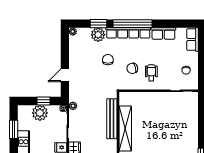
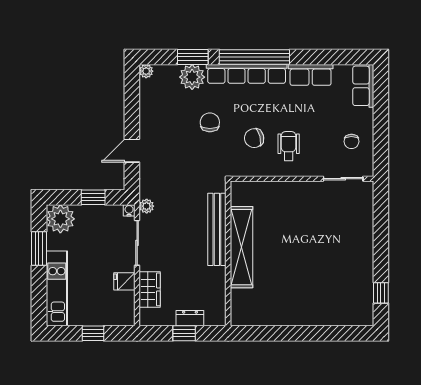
plant: (40, 113) -> (60, 219), moved

